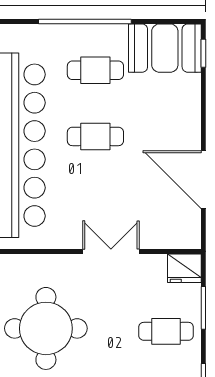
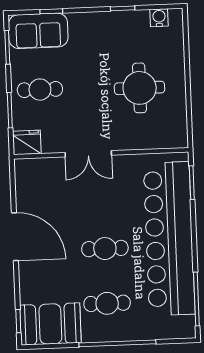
door: (203, 180) -> (15, 237), moved
round table: (46, 328) -> (140, 88), width x0.73, depth x0.73

